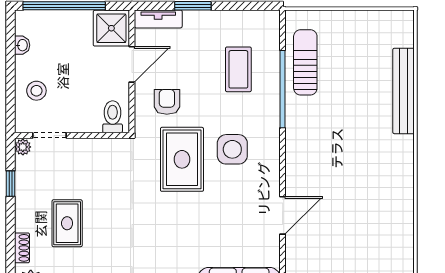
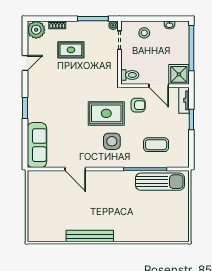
sun lounger: (305, 62) -> (160, 182), width x1.36, depth x1.34
bench: (404, 91) -> (90, 236), moved
window: (11, 184) -> (93, 19), width x2.17

